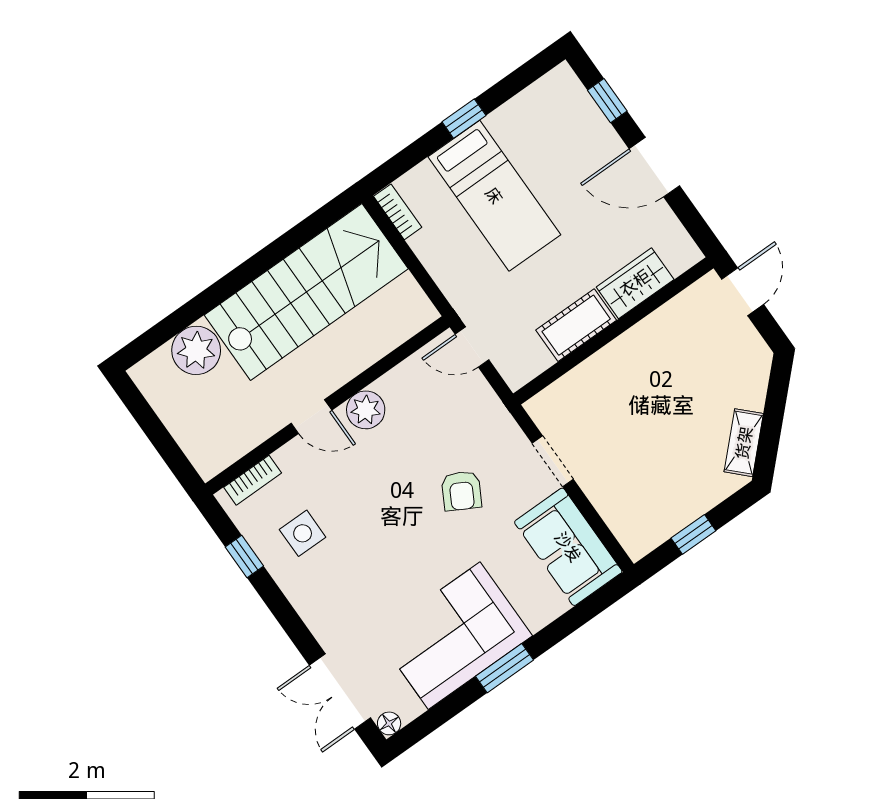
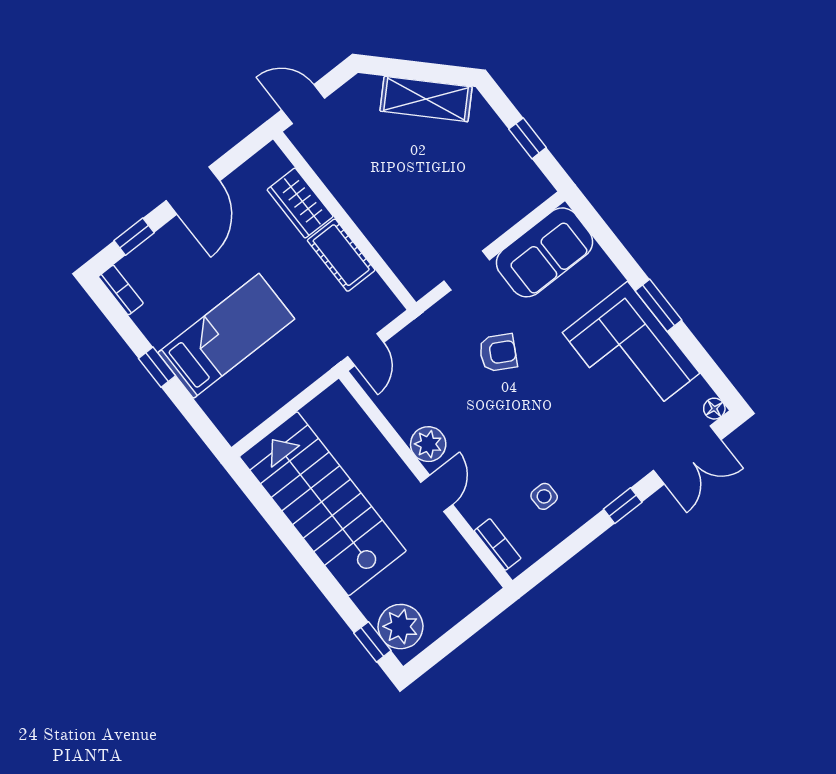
bookcase: (398, 212) -> (121, 290), moved, turned 90
window: (153, 339) -> (372, 642), added
plant: (196, 350) -> (401, 627), moved
shelving: (744, 443) -> (426, 99), width x1.50, depth x1.33
side table: (303, 533) -> (544, 496), width x0.73, depth x0.73
window: (244, 557) -> (623, 506), moved

